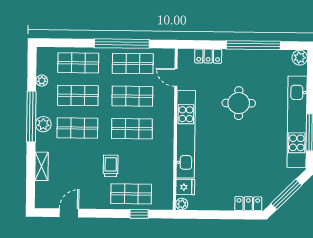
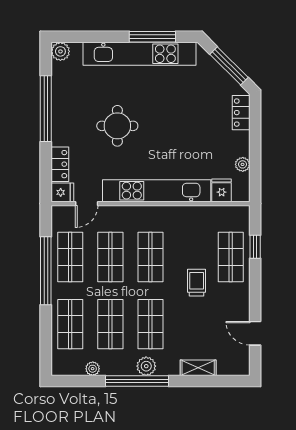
fridge: (185, 58) -> (62, 192), added
trolley: (111, 166) -> (197, 283), turned 90
plant: (182, 204) -> (243, 164), moved

